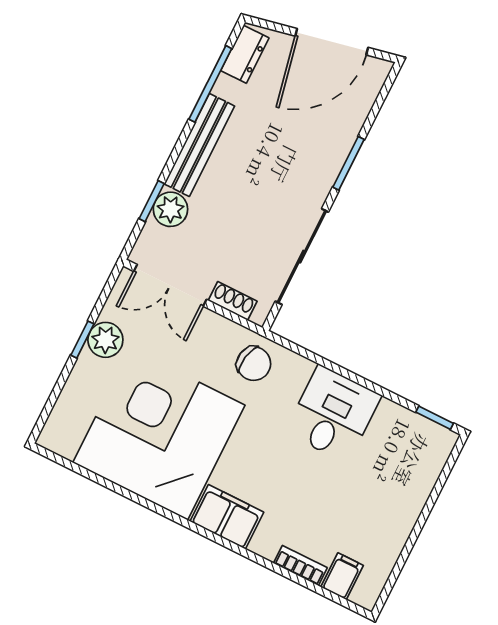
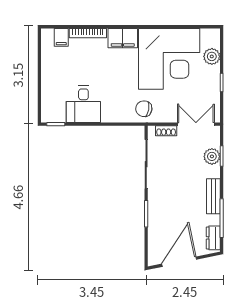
bench: (199, 145) -> (213, 196), width x0.73
plant: (105, 340) -> (212, 56), moved
desk: (333, 414) -> (83, 104), moved
bookcase: (300, 565) -> (88, 33), width x1.56

